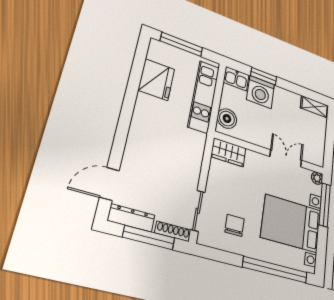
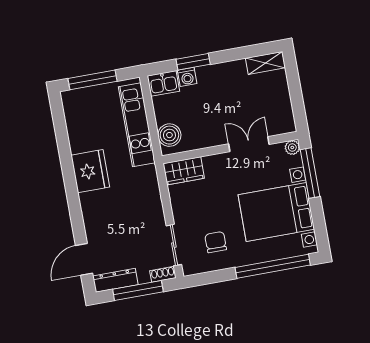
fridge: (156, 80) -> (90, 171), moved
washing machine: (261, 92) -> (187, 77), width x0.53, depth x0.53
shoe rack: (173, 231) -> (163, 274), width x0.70

